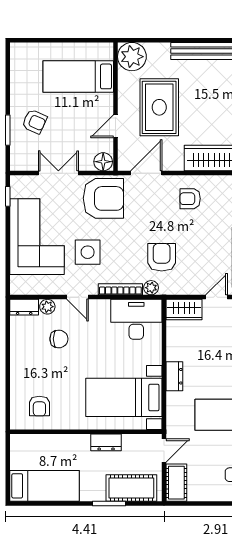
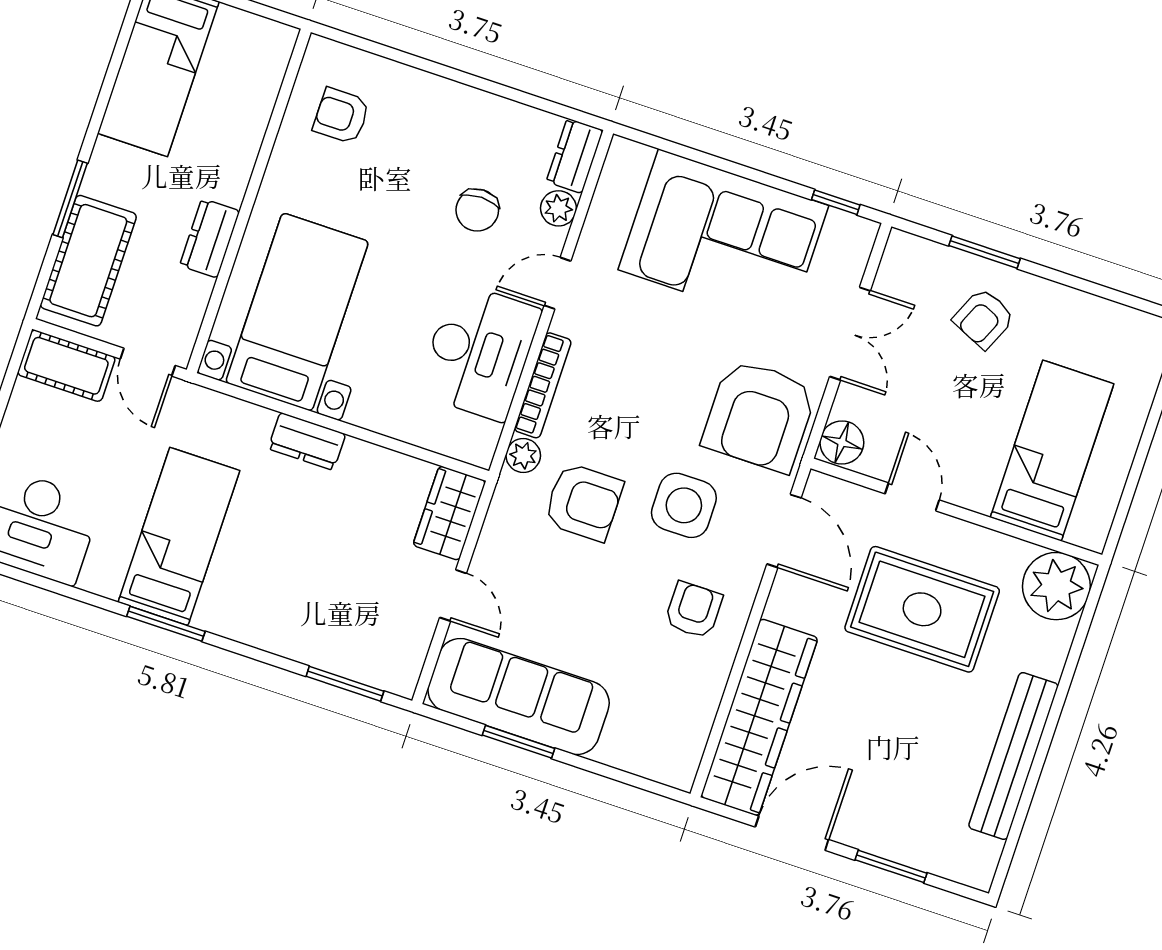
side table: (88, 252) -> (684, 505), moved
desk: (136, 319) -> (479, 352), moved

